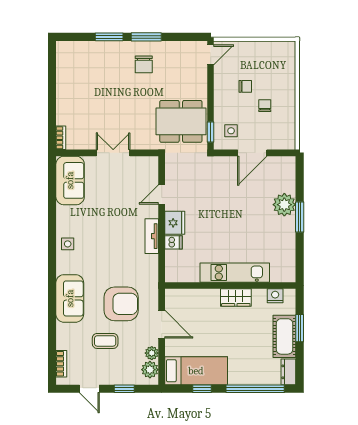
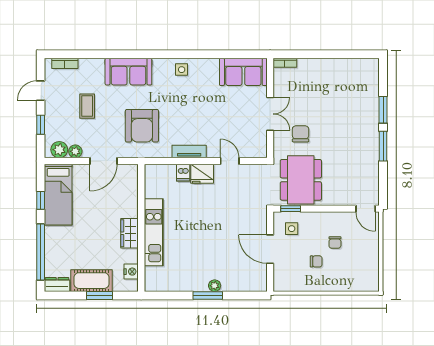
chair: (144, 64) -> (301, 134), moved, turned 90
plant: (284, 205) -> (215, 286), width x0.53, depth x0.53
armchair: (121, 304) -> (142, 126), moved

